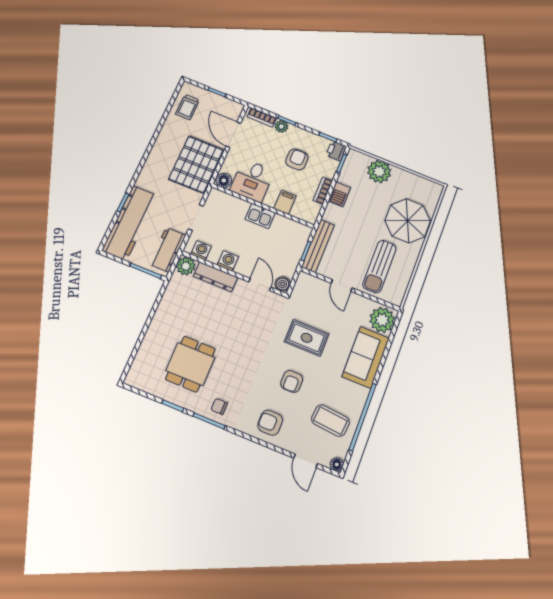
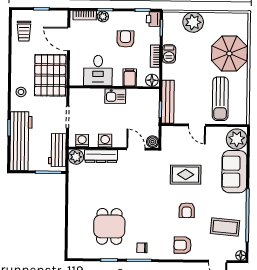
stool: (155, 169) -> (21, 92), added
floor lamp: (224, 180) -> (152, 80), moved

